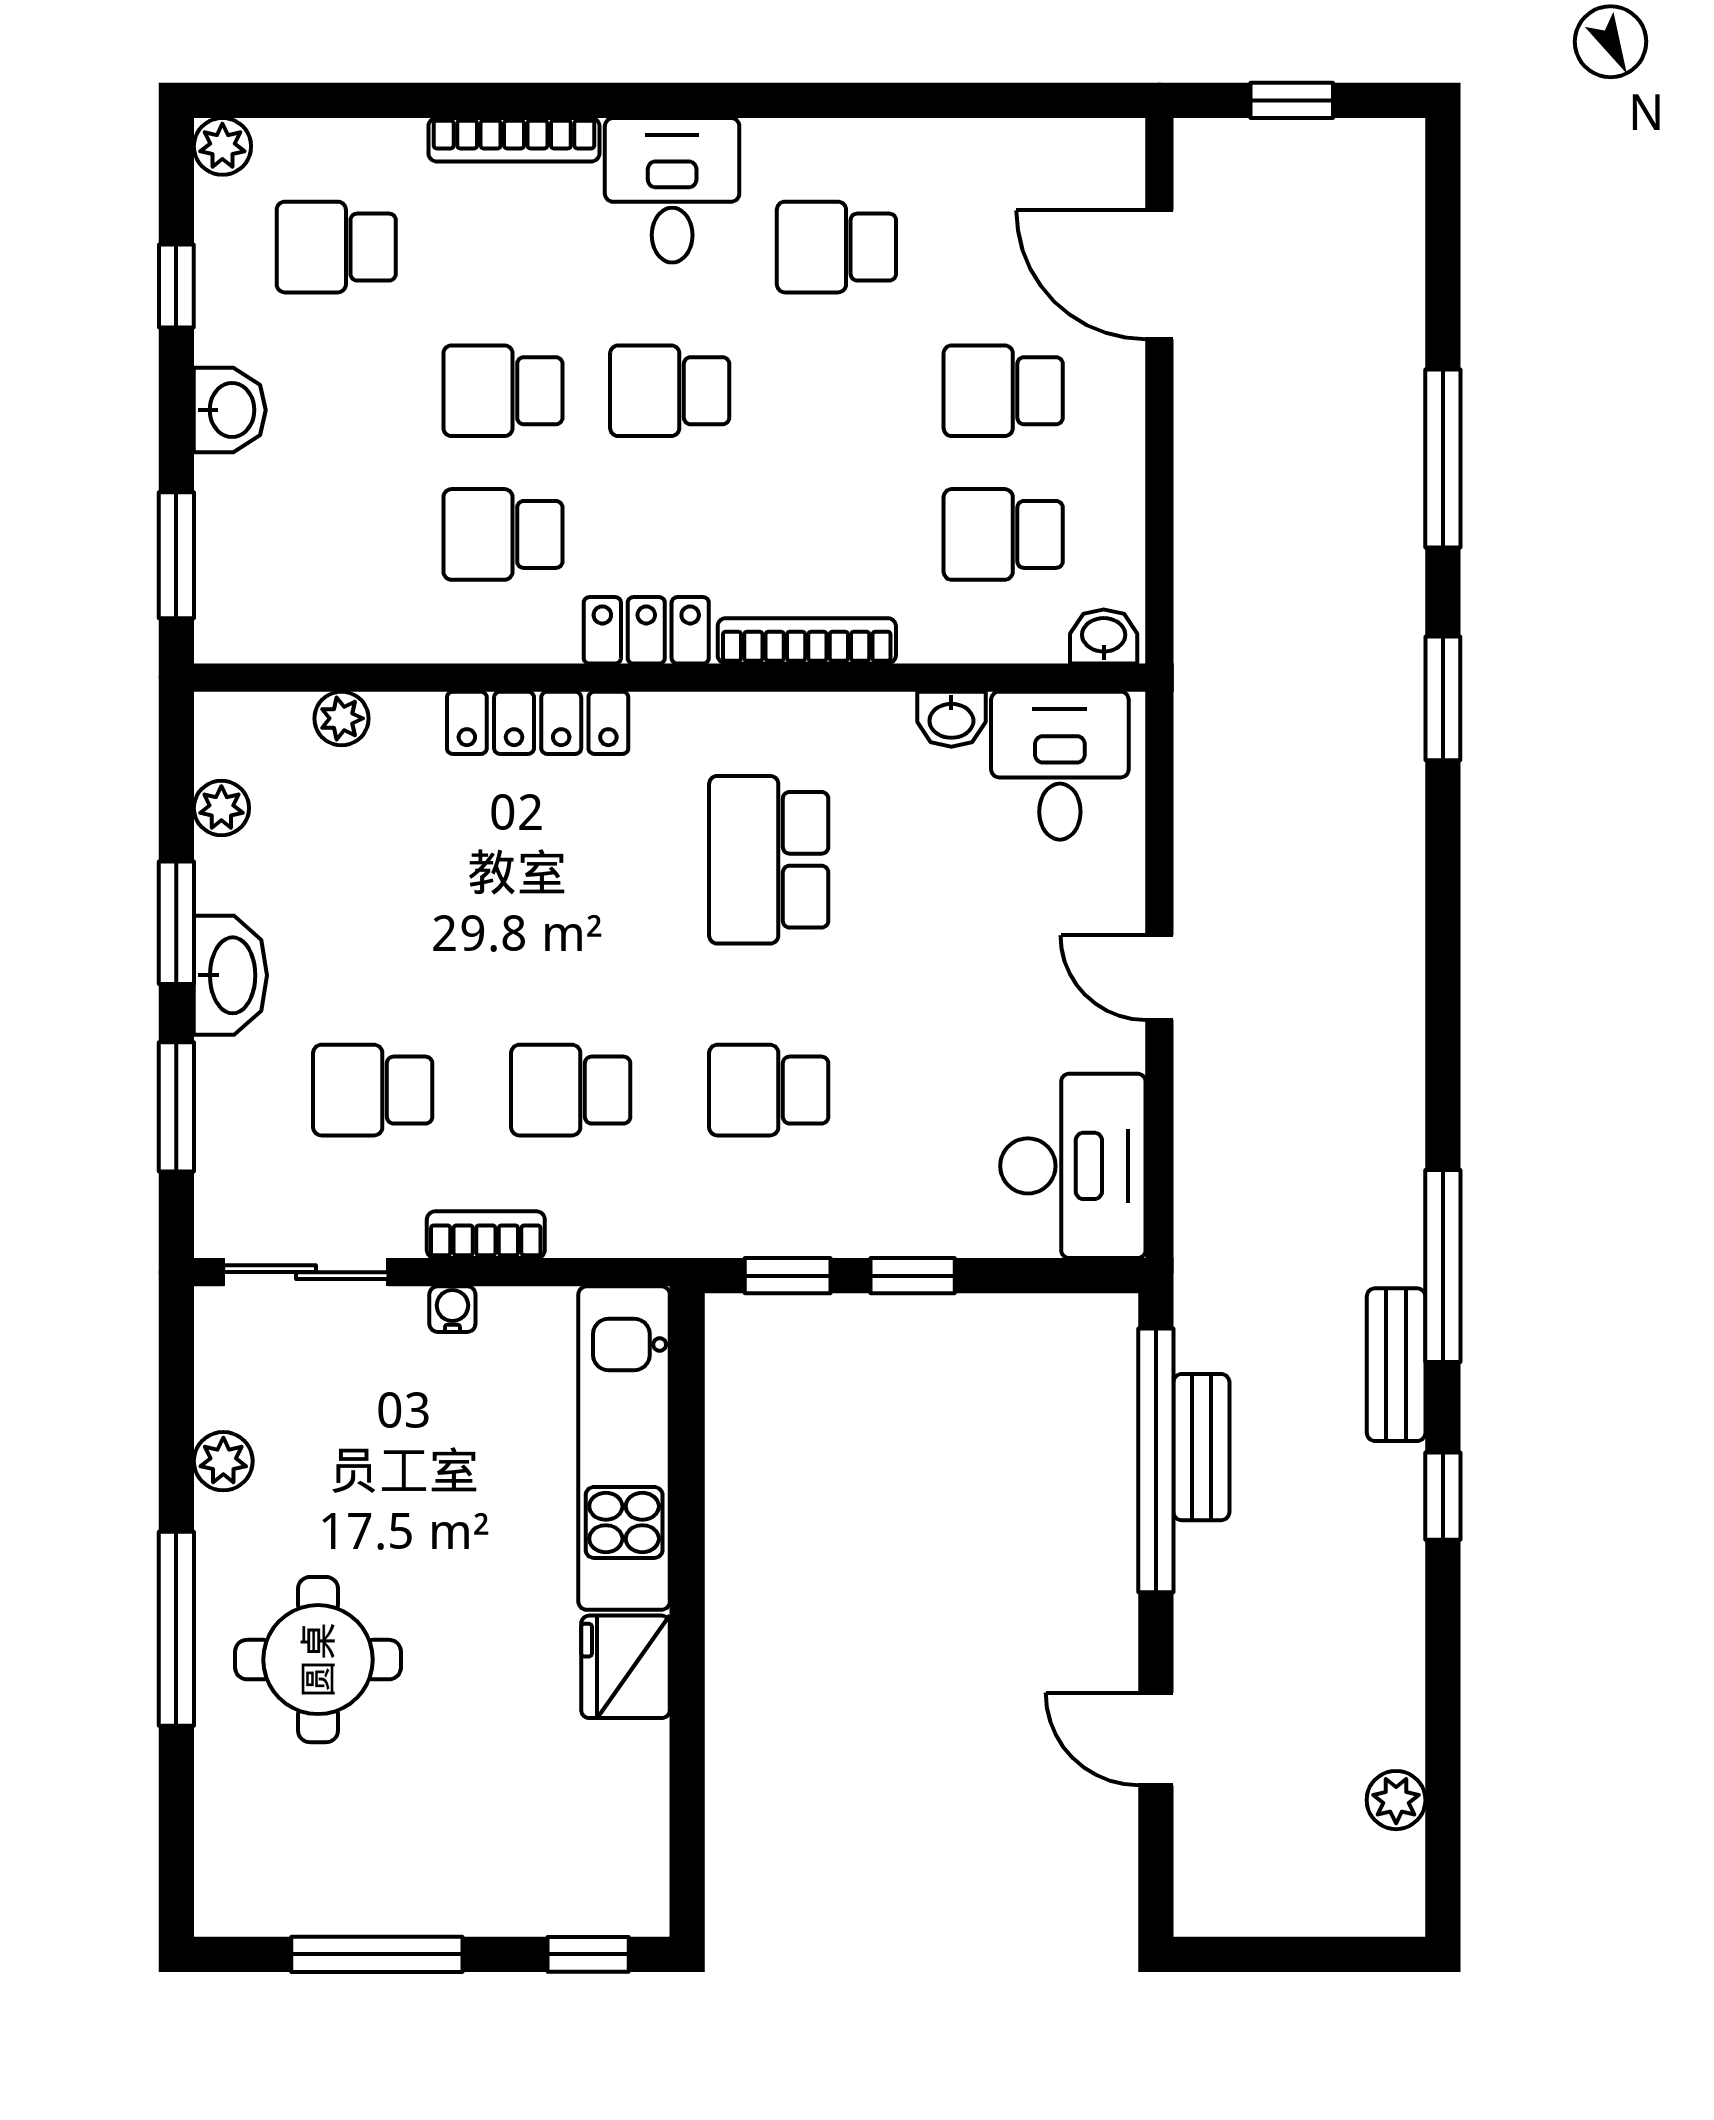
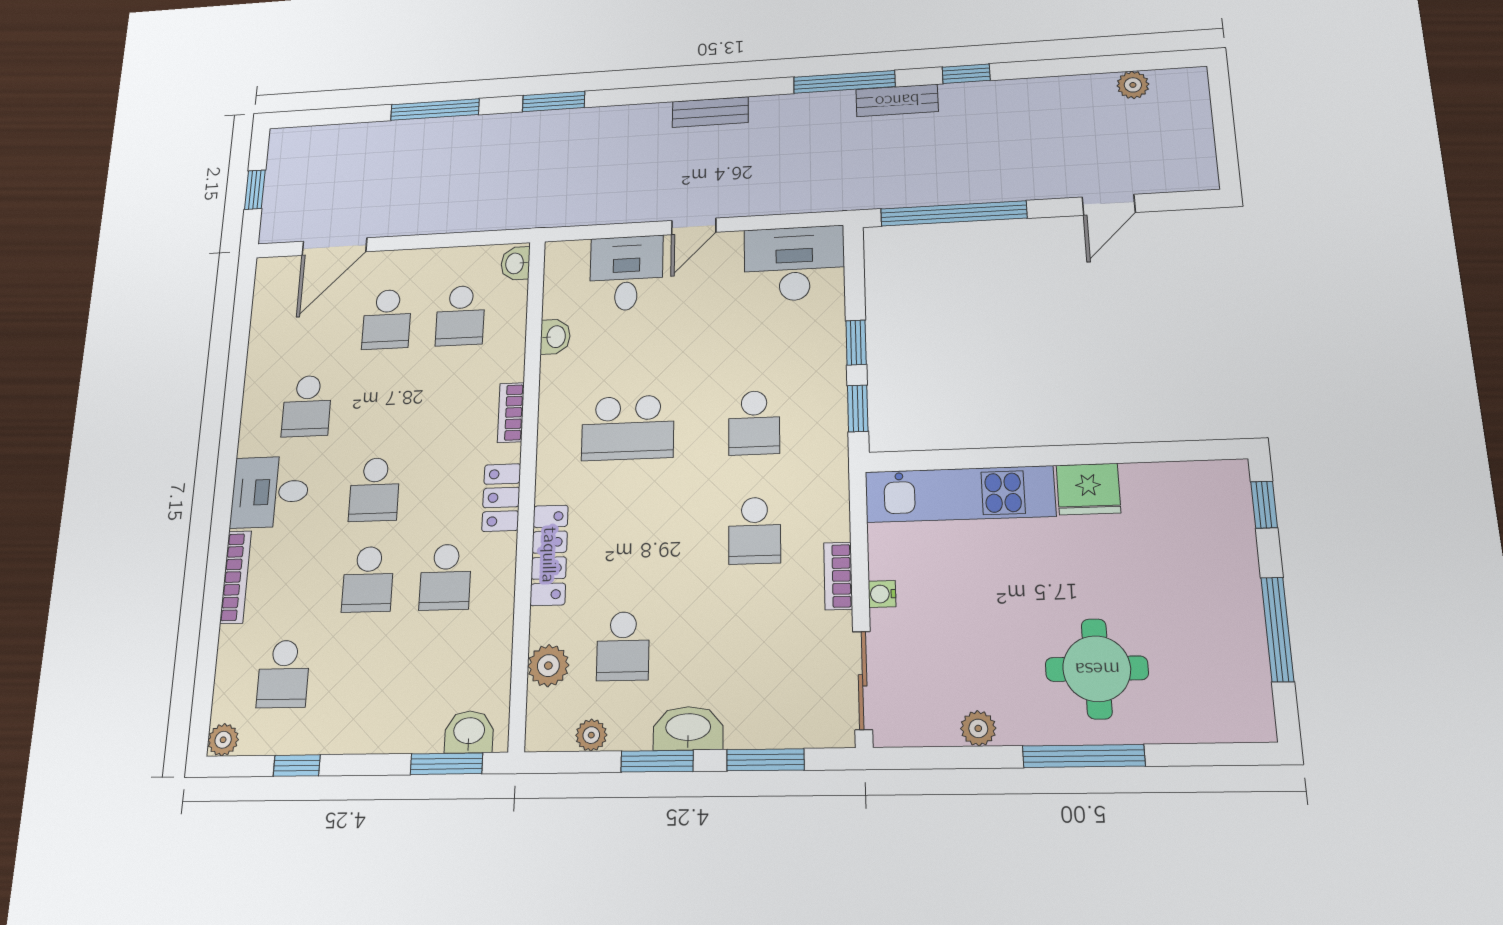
washbasin: (230, 410) -> (469, 732), moved
bookcase: (807, 641) -> (511, 413), width x0.64
plant: (341, 718) -> (548, 666), width x1.38, depth x1.38
desk: (1060, 766) -> (626, 273), moved, turned 90
school desk: (373, 1090) -> (623, 646), moved
bench: (1201, 1447) -> (710, 112), moved

